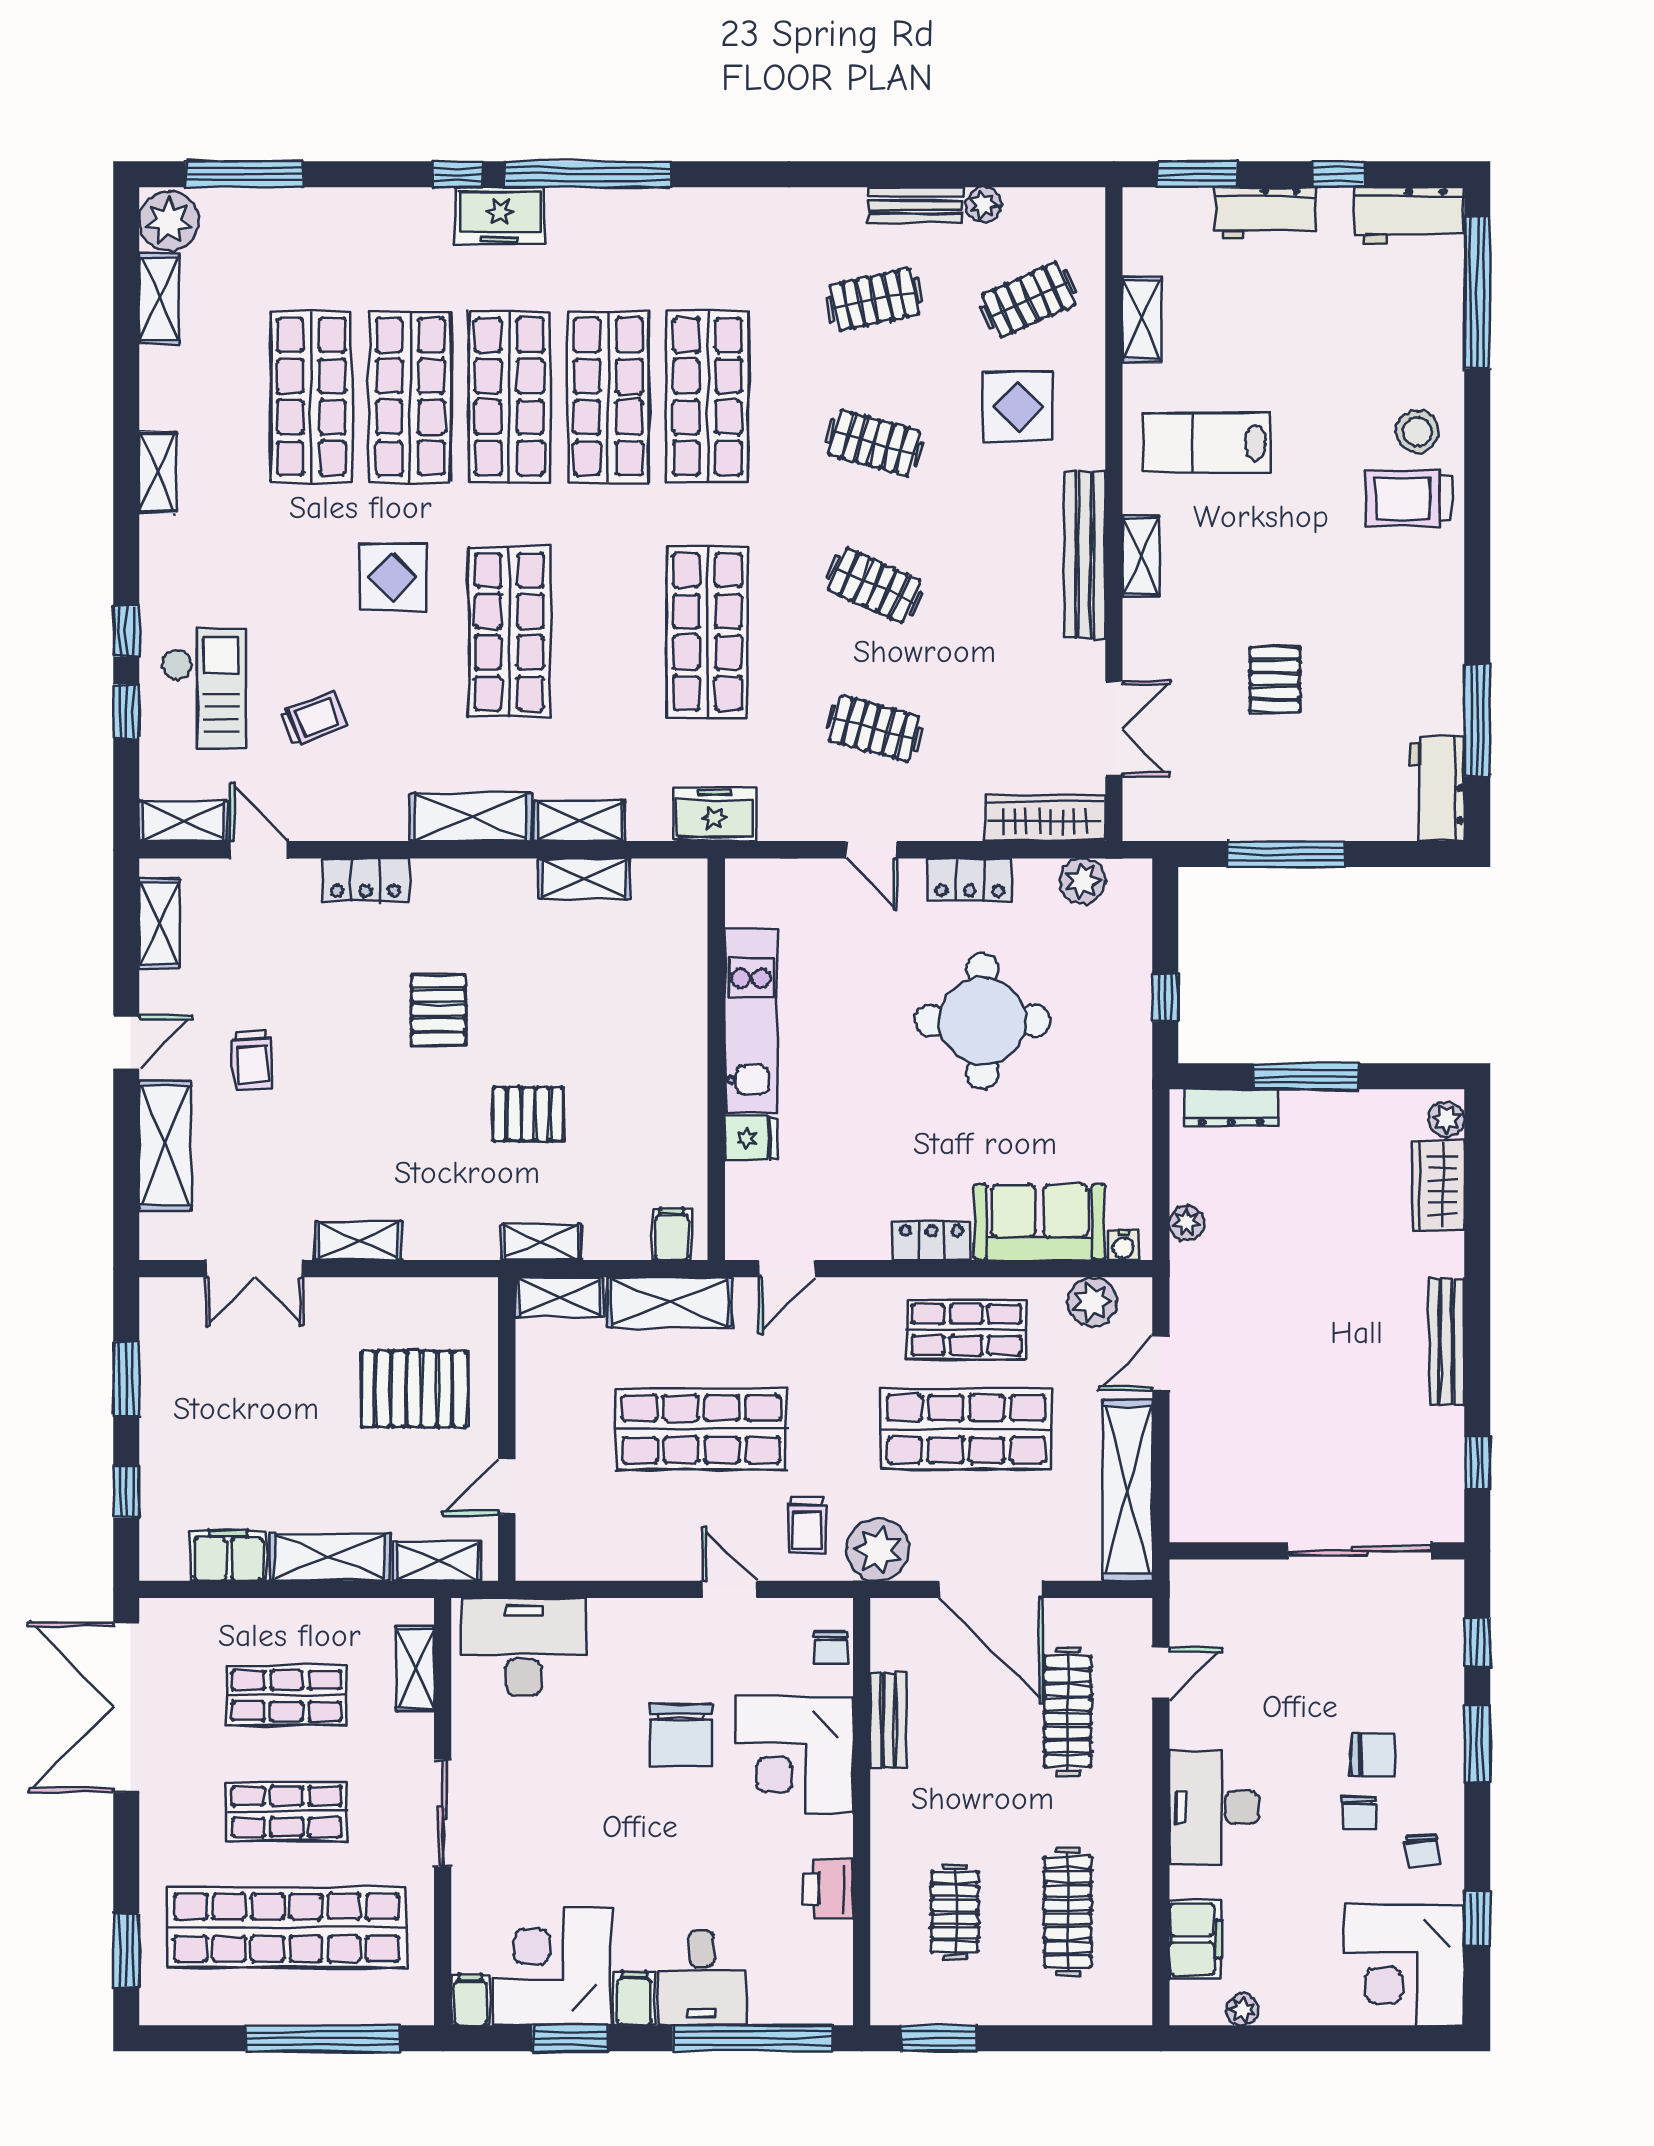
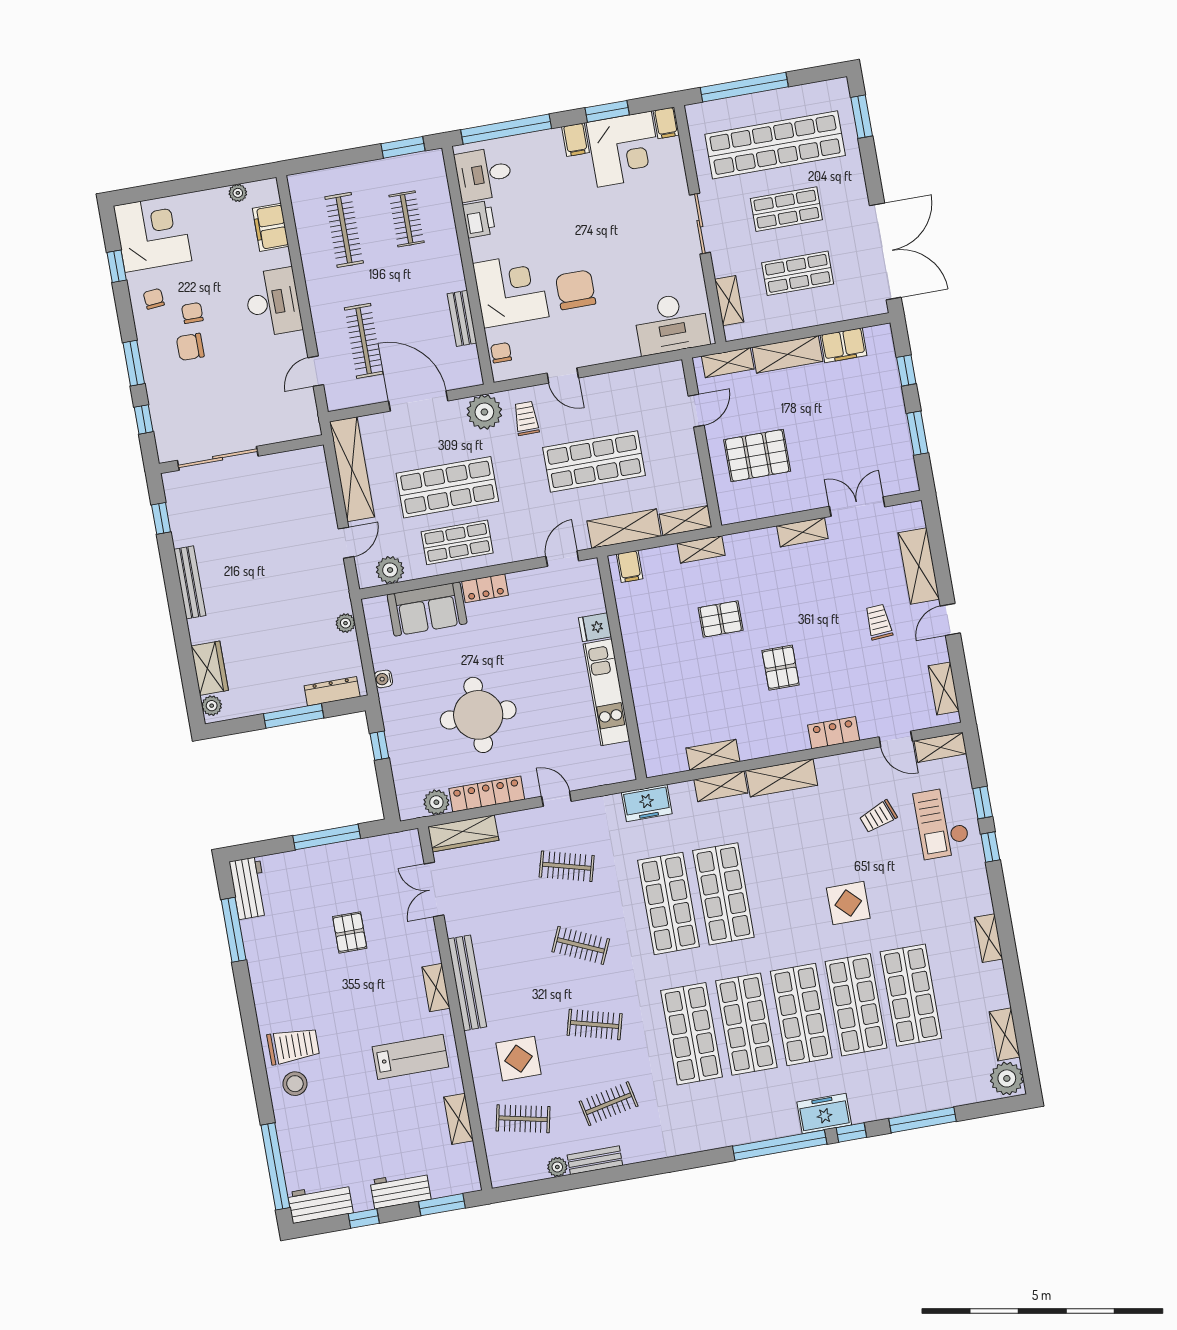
window: (244, 174) -> (922, 1120), moved
clothes rail: (1029, 300) -> (523, 1119), turned 36
shop shelf: (509, 632) -> (723, 894), moved
locker: (970, 880) -> (487, 794), width x1.53
water cooler: (1124, 1245) -> (383, 679), moved, turned -90
desk: (702, 1978) -> (484, 174), moved, turned -90

